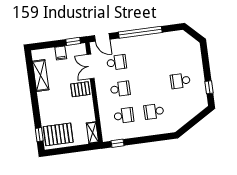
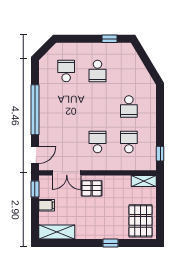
school desk: (117, 62) -> (66, 71), moved
shelving: (41, 75) -> (57, 232), moved
pallet: (80, 89) -> (92, 188), turned 90
window: (39, 135) -> (111, 243), moved

